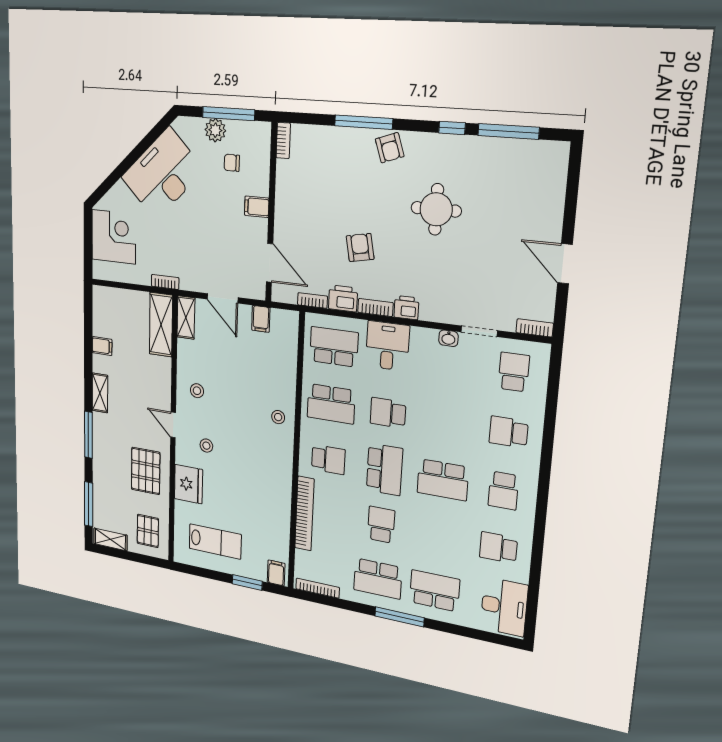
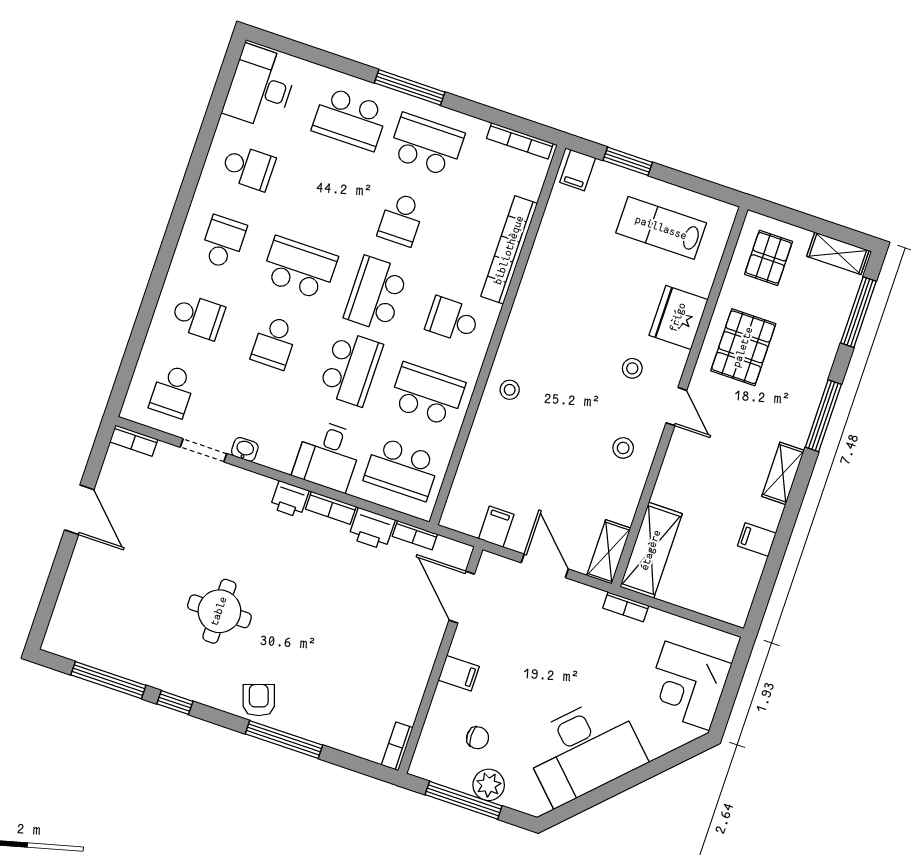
armchair: (360, 248) -> (331, 588), removed
school desk: (388, 413) -> (351, 368), width x1.85
school desk: (447, 422) -> (274, 343), added

